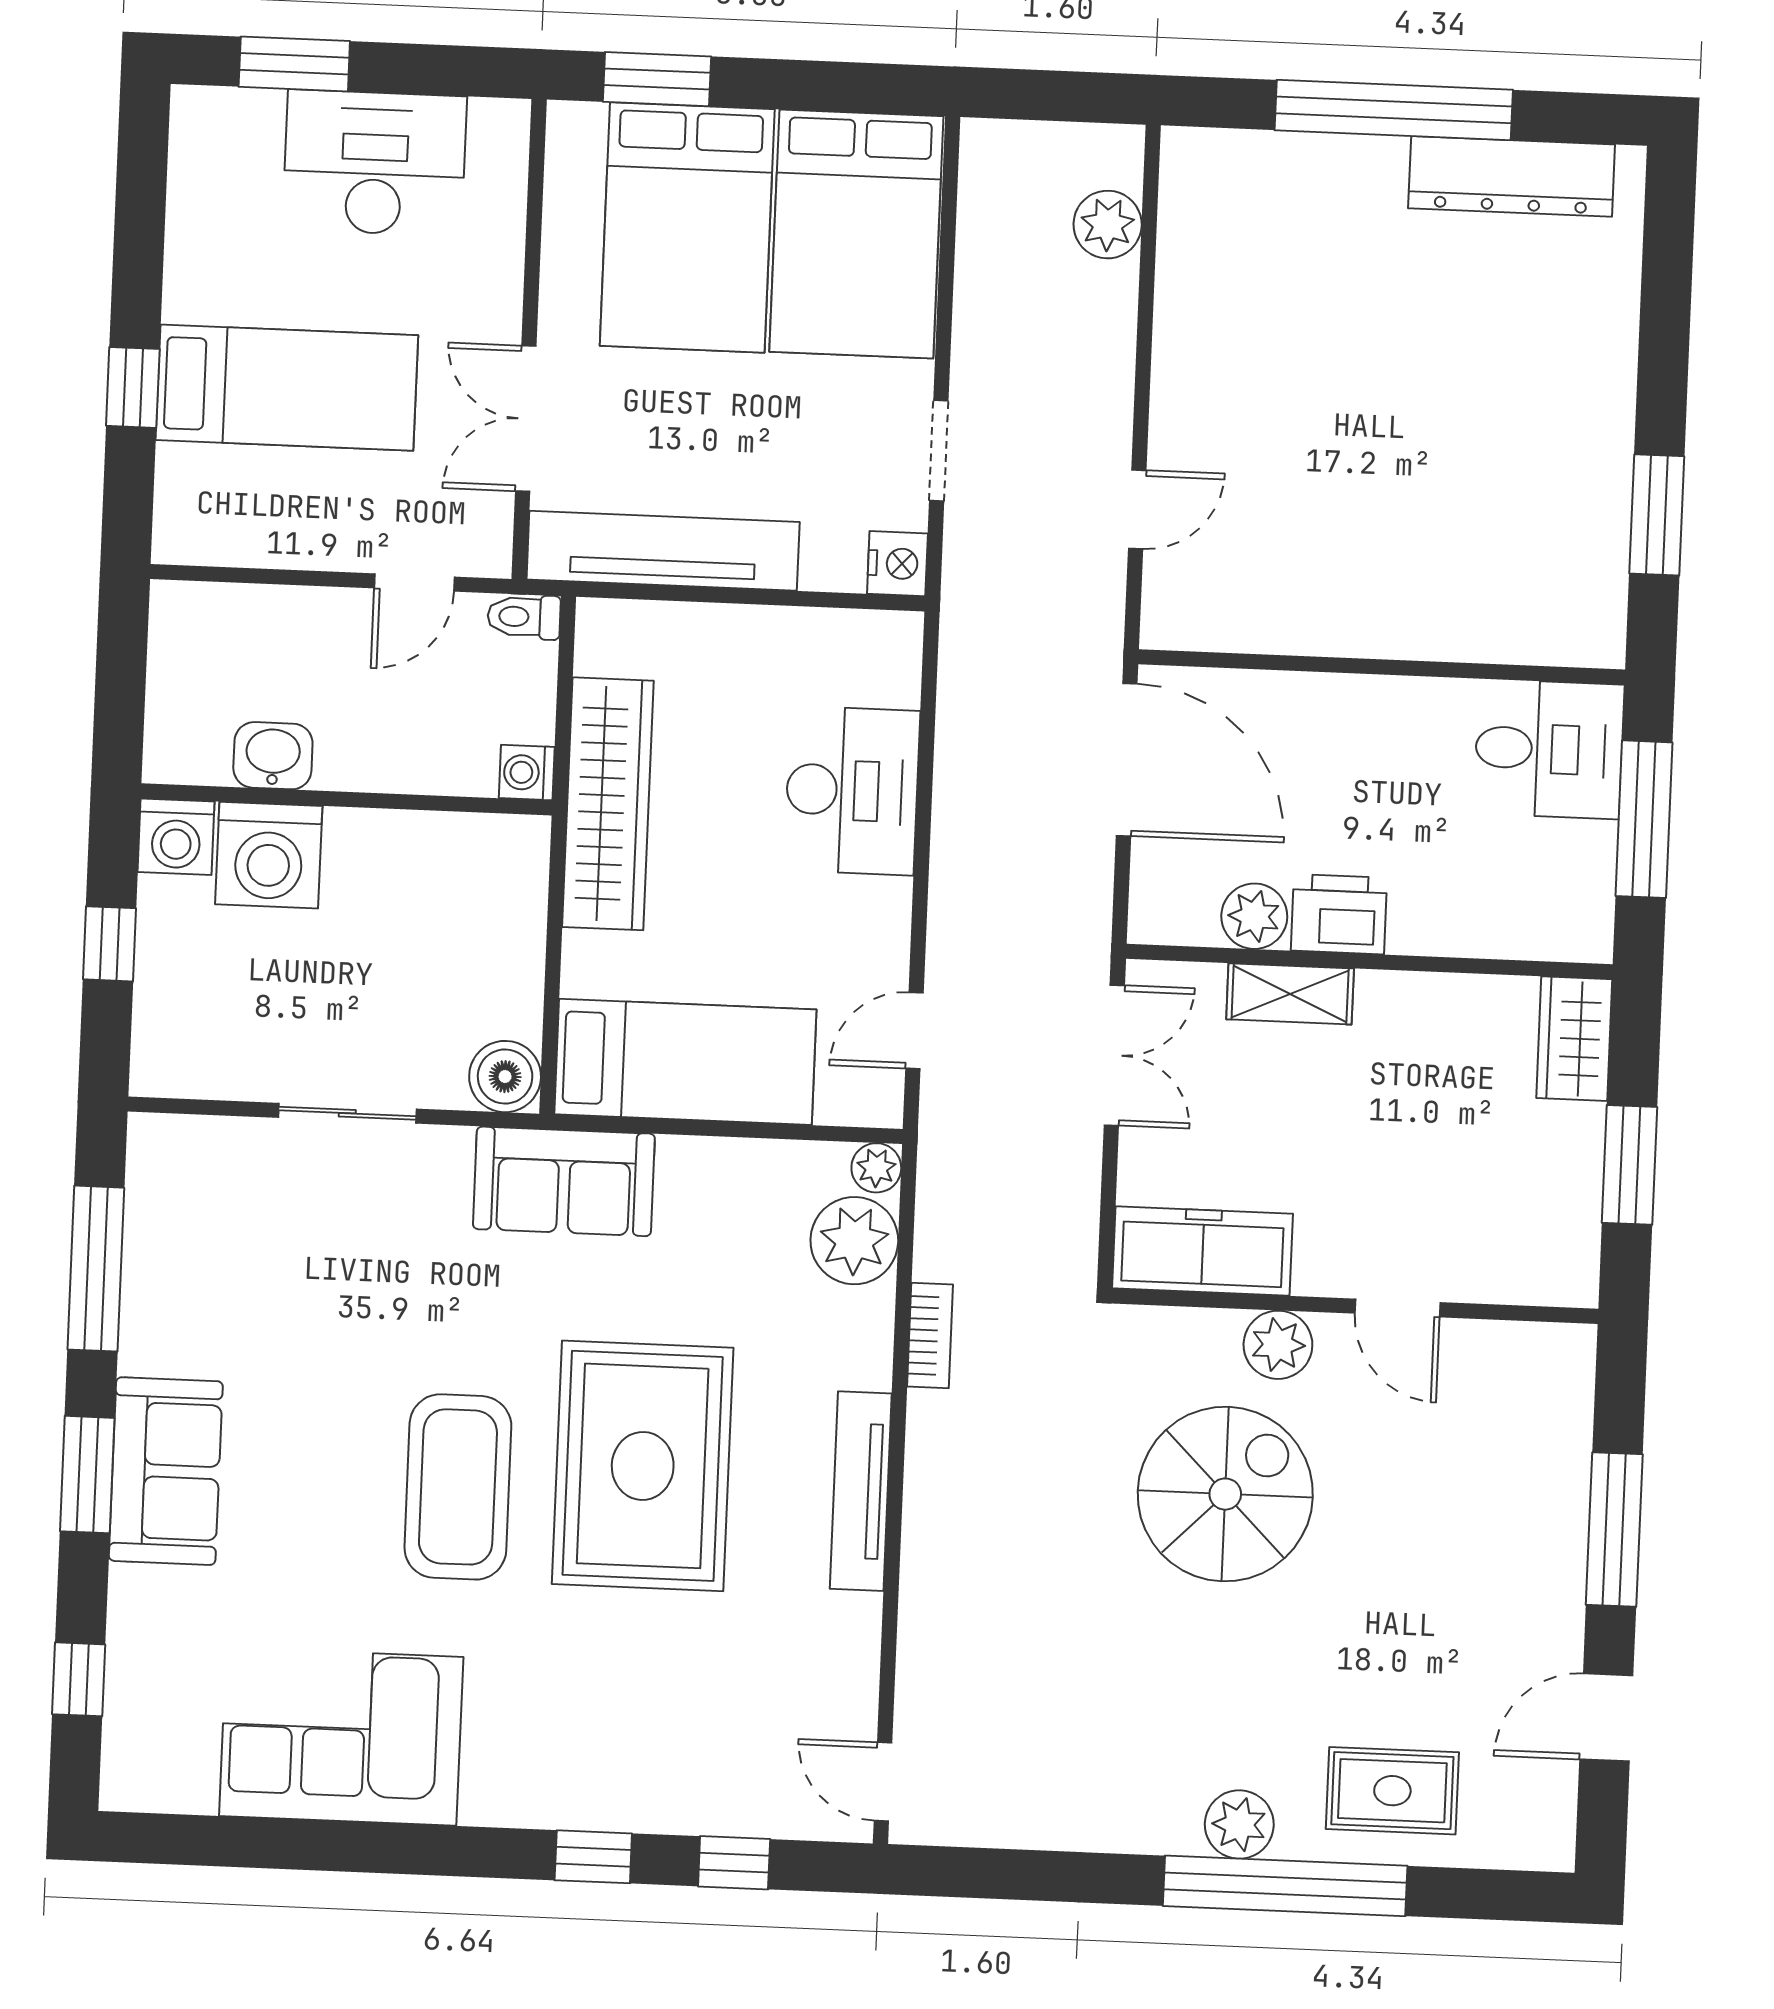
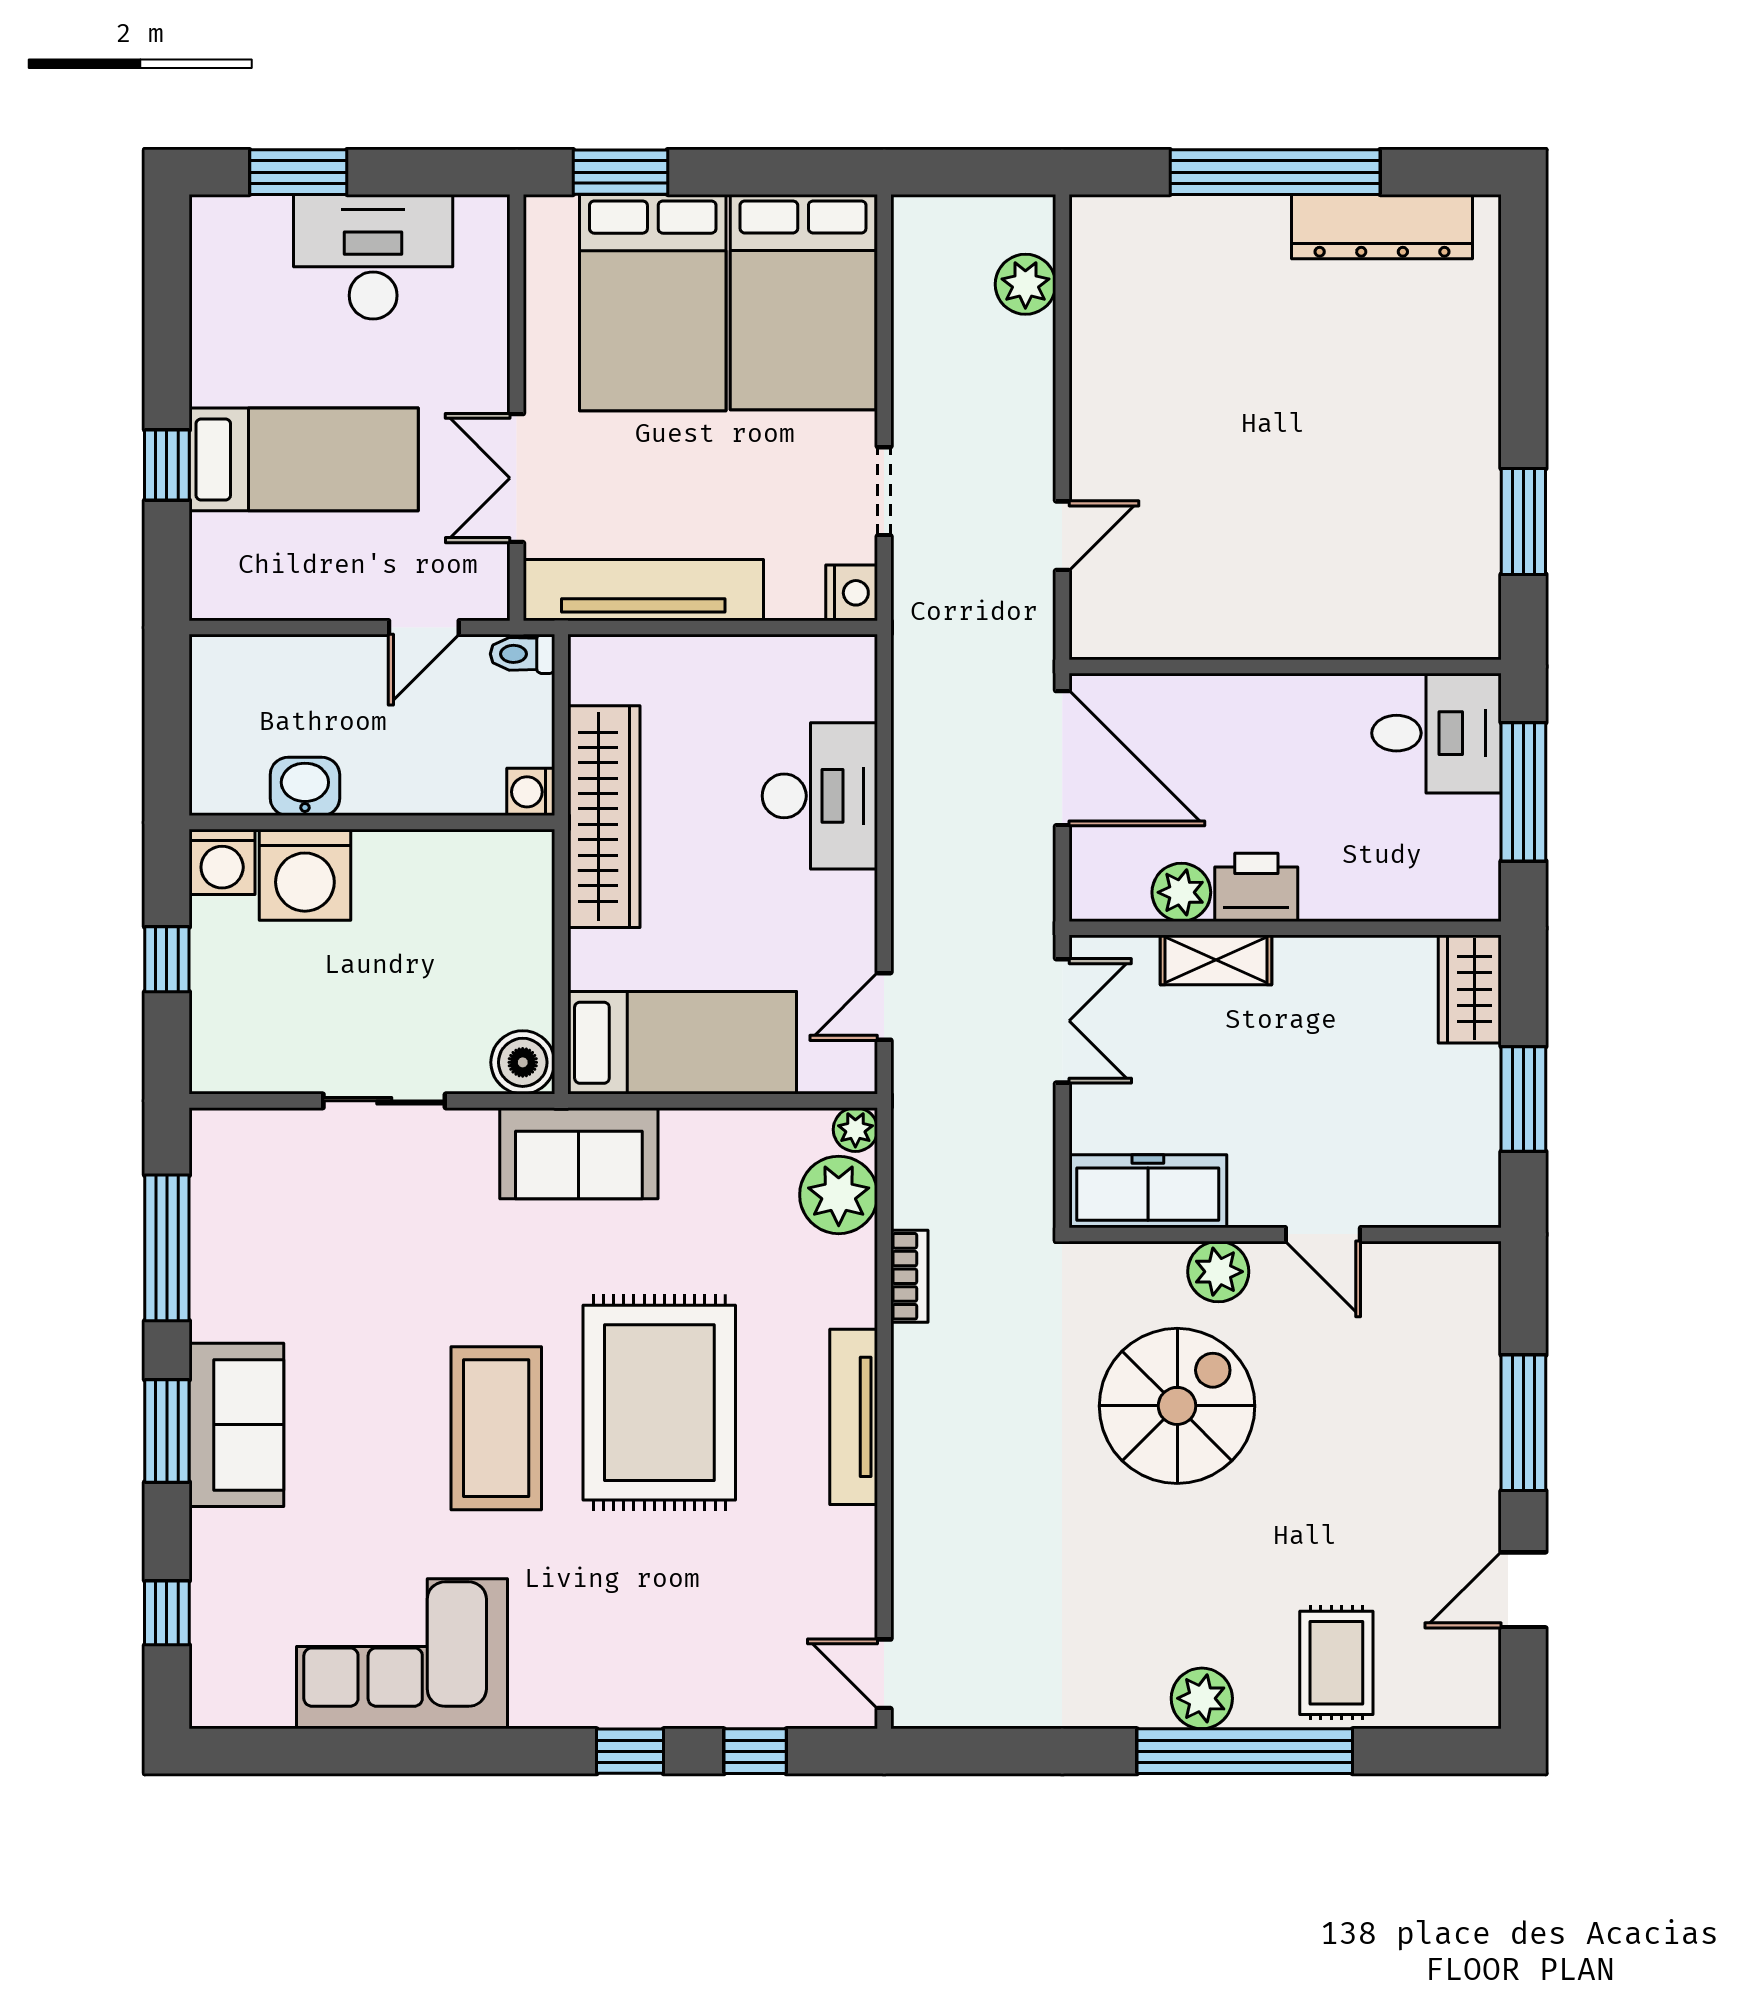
rug: (1392, 1791) -> (1336, 1663), turned 90

